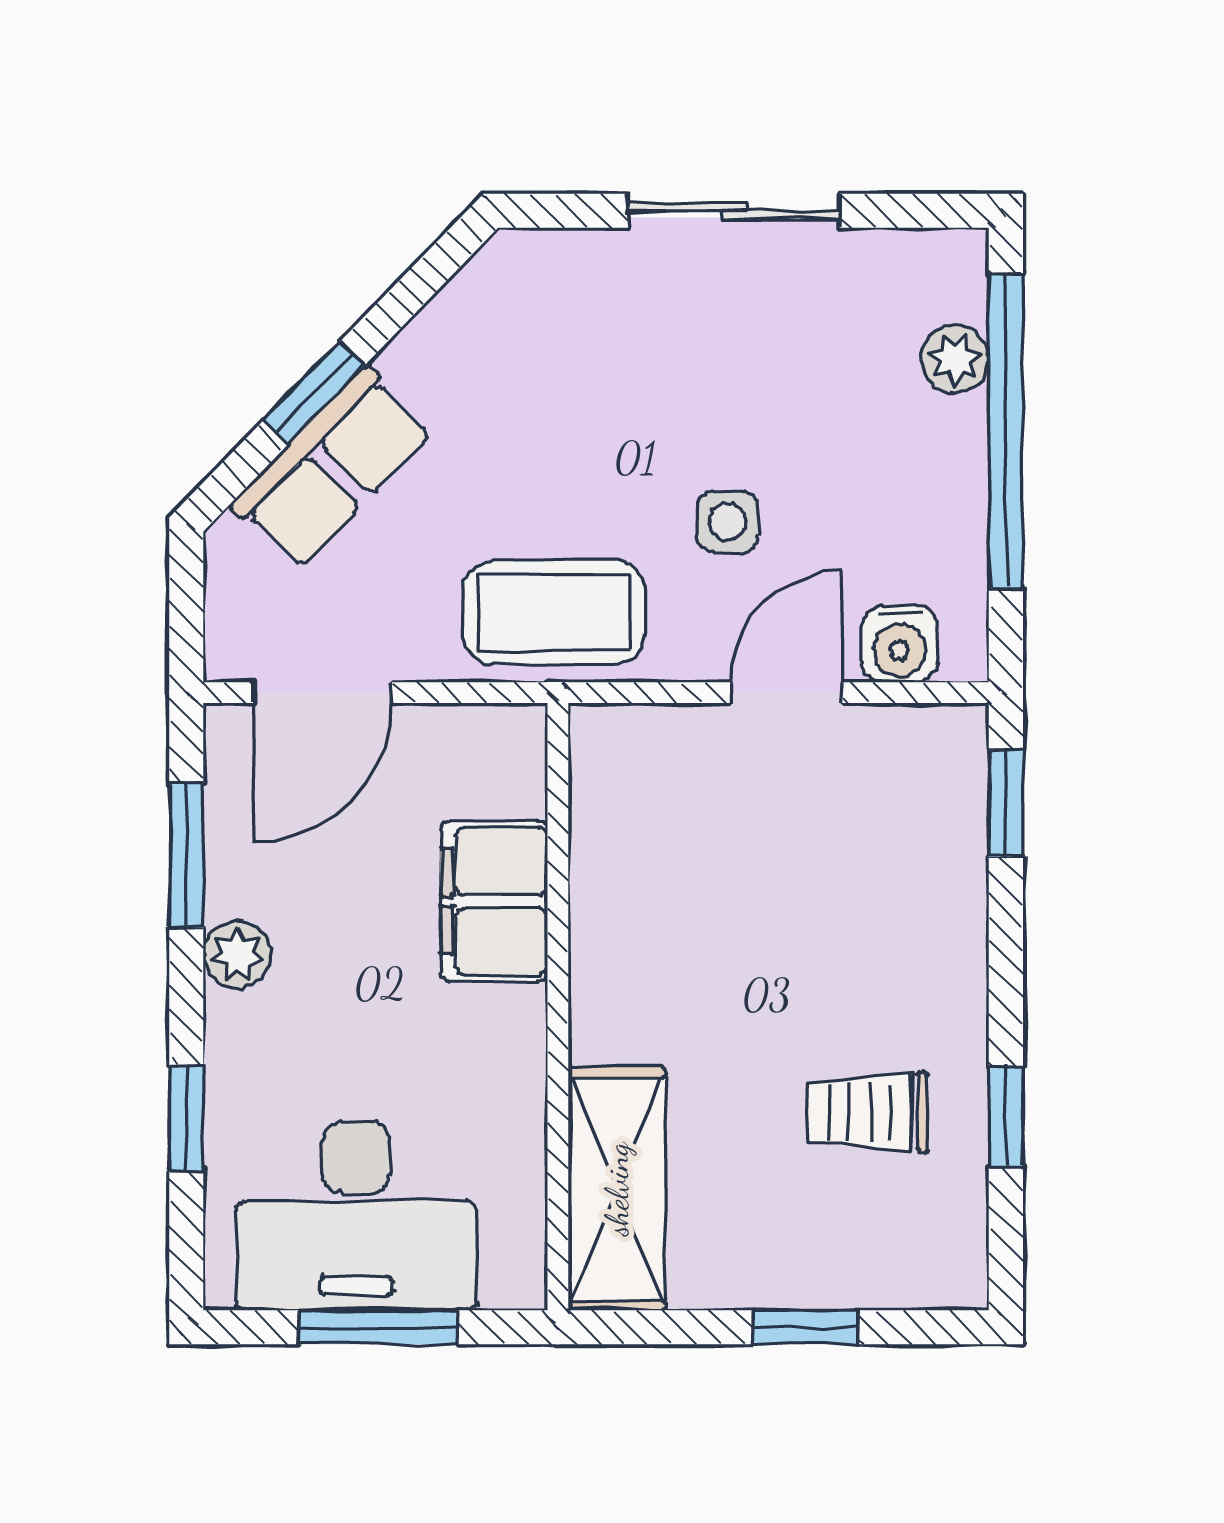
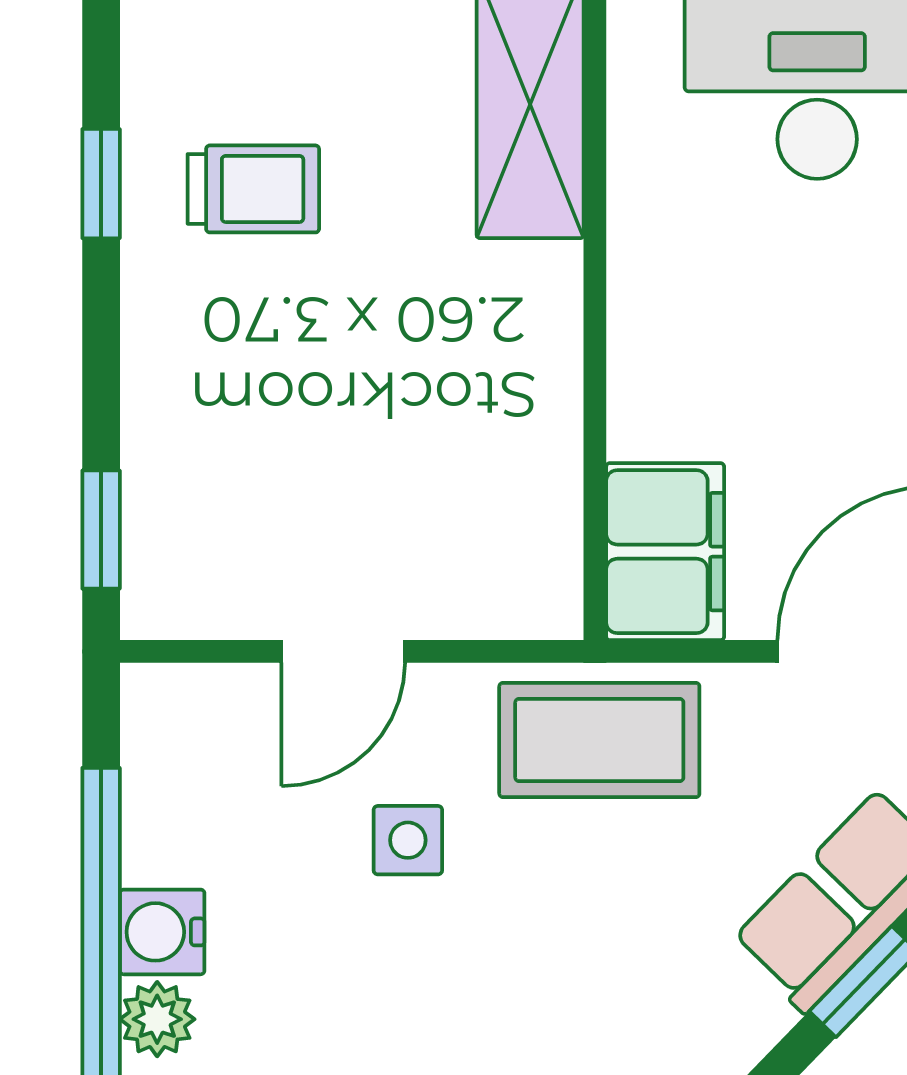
water cooler: (900, 644) -> (162, 932), moved, turned -90
filing cabinet: (494, 901) -> (665, 552), moved

